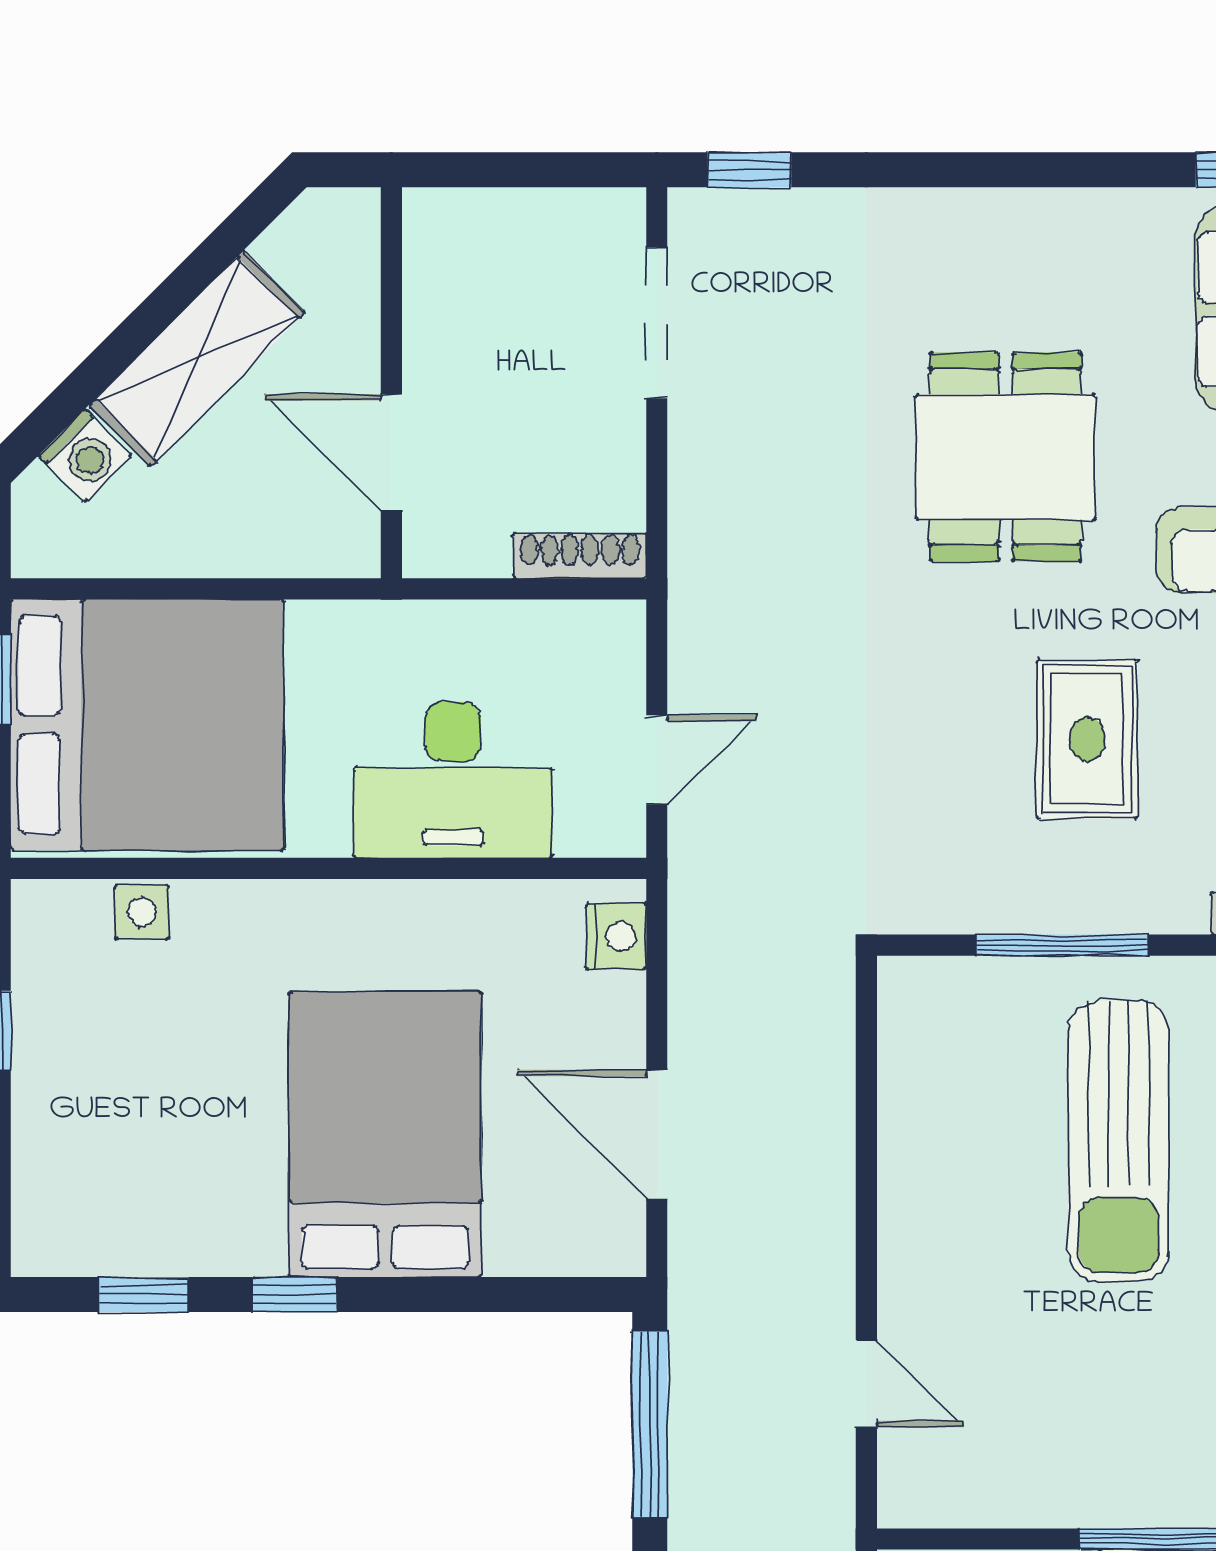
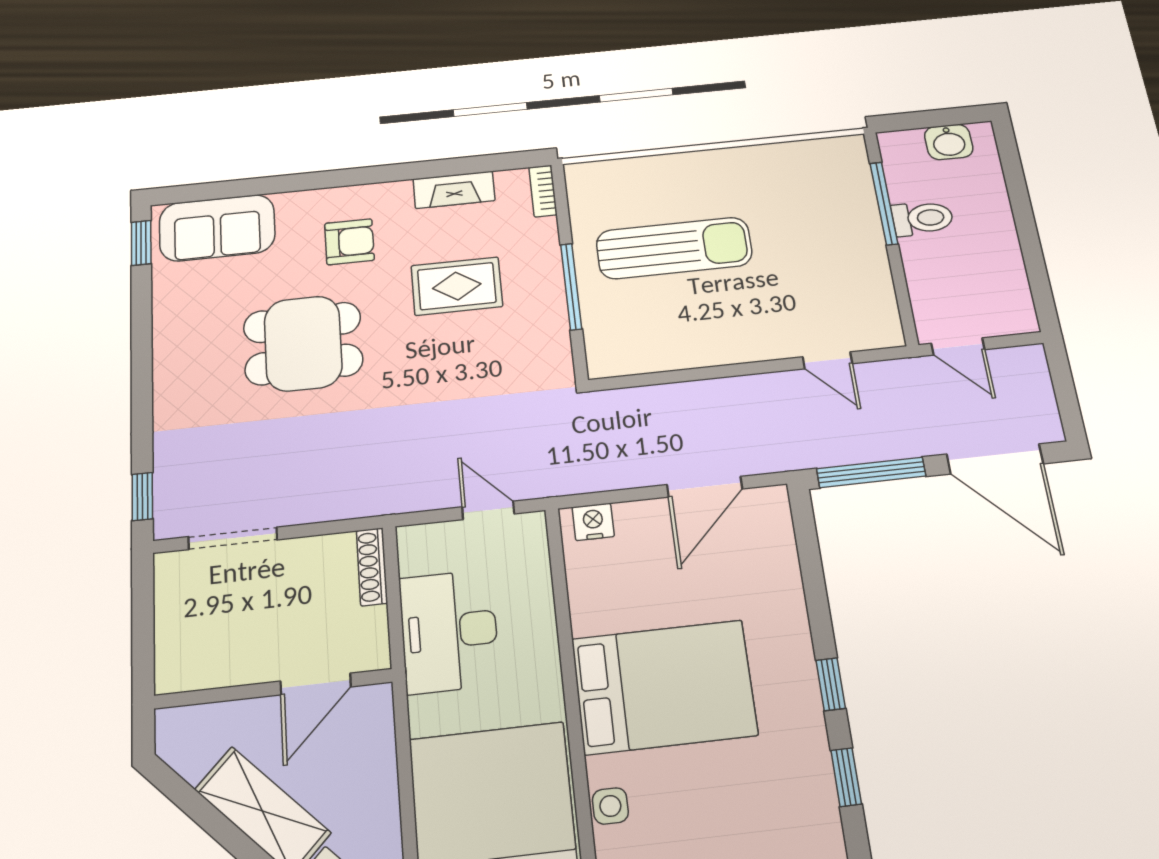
desk: (453, 780) -> (449, 631), moved, turned 180
bed: (385, 1134) -> (664, 687), moved, turned 180
door: (866, 1384) -> (827, 360), swing flipped

